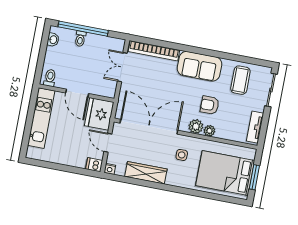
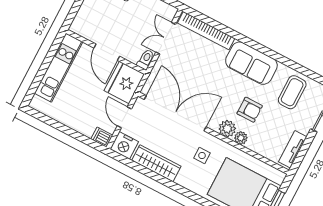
toilet: (50, 78) -> (146, 59), moved
armchair: (210, 105) -> (250, 110), turned 180
nightstand: (110, 169) -> (124, 145), width x1.89, depth x1.79

